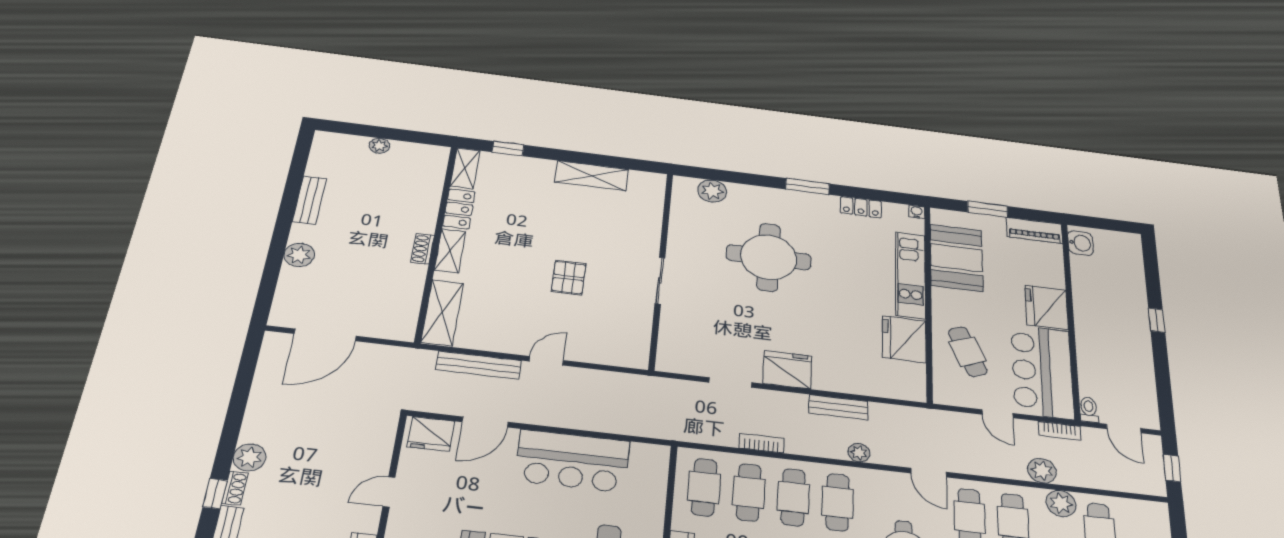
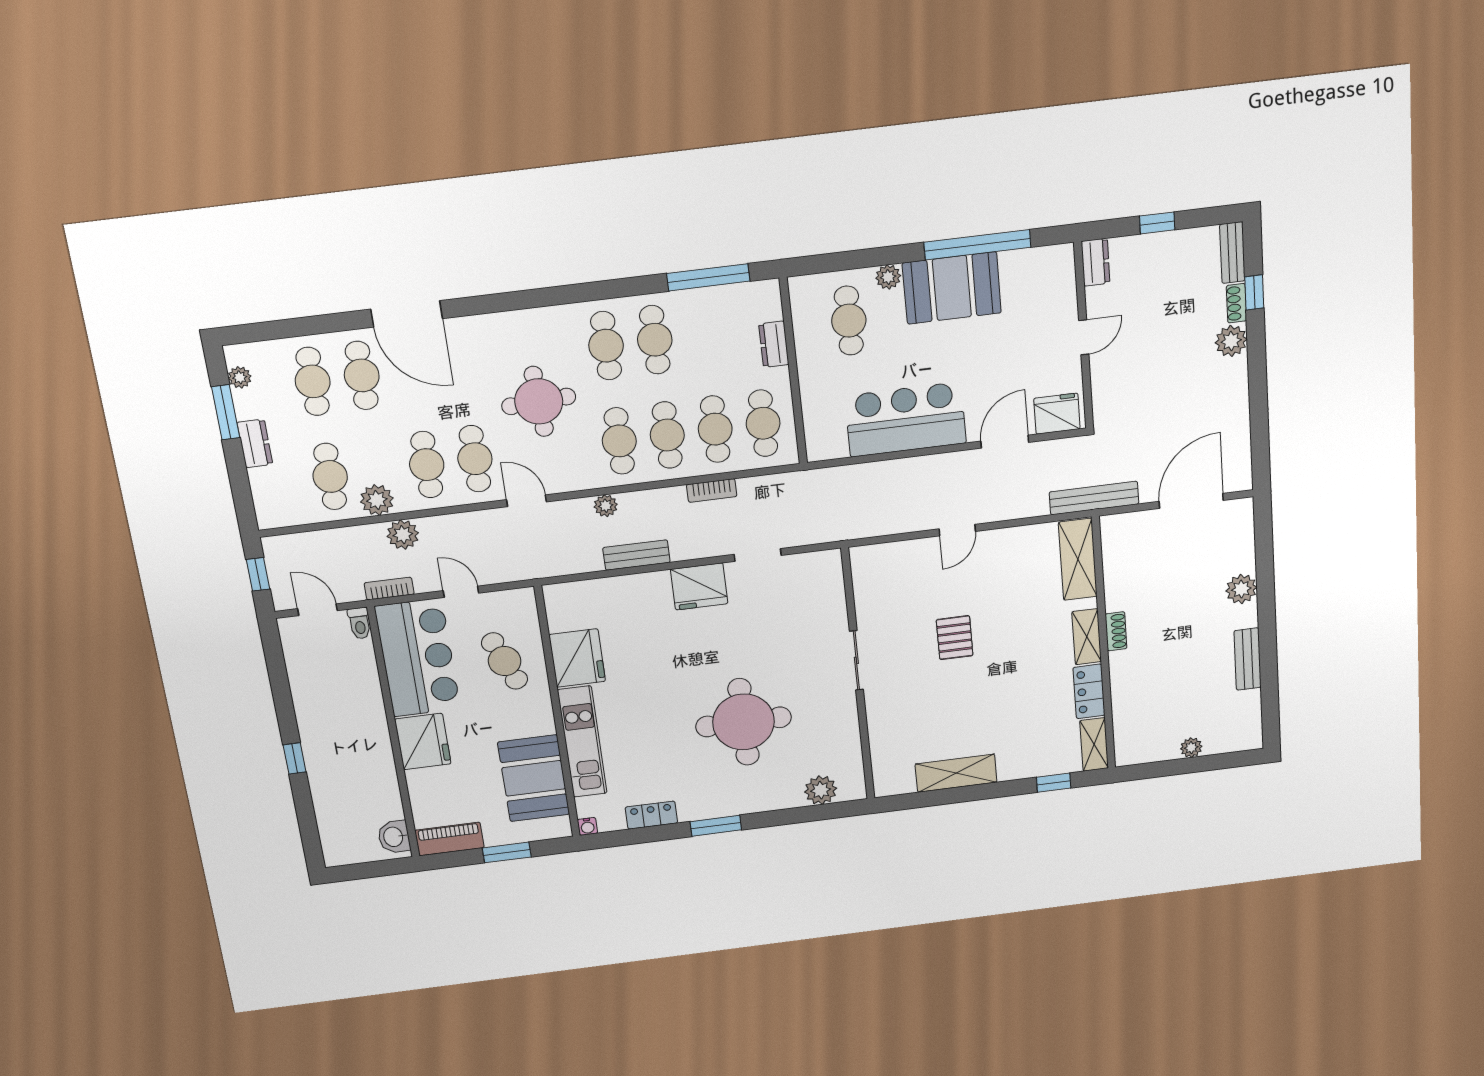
bench: (479, 365) -> (1094, 498), moved

